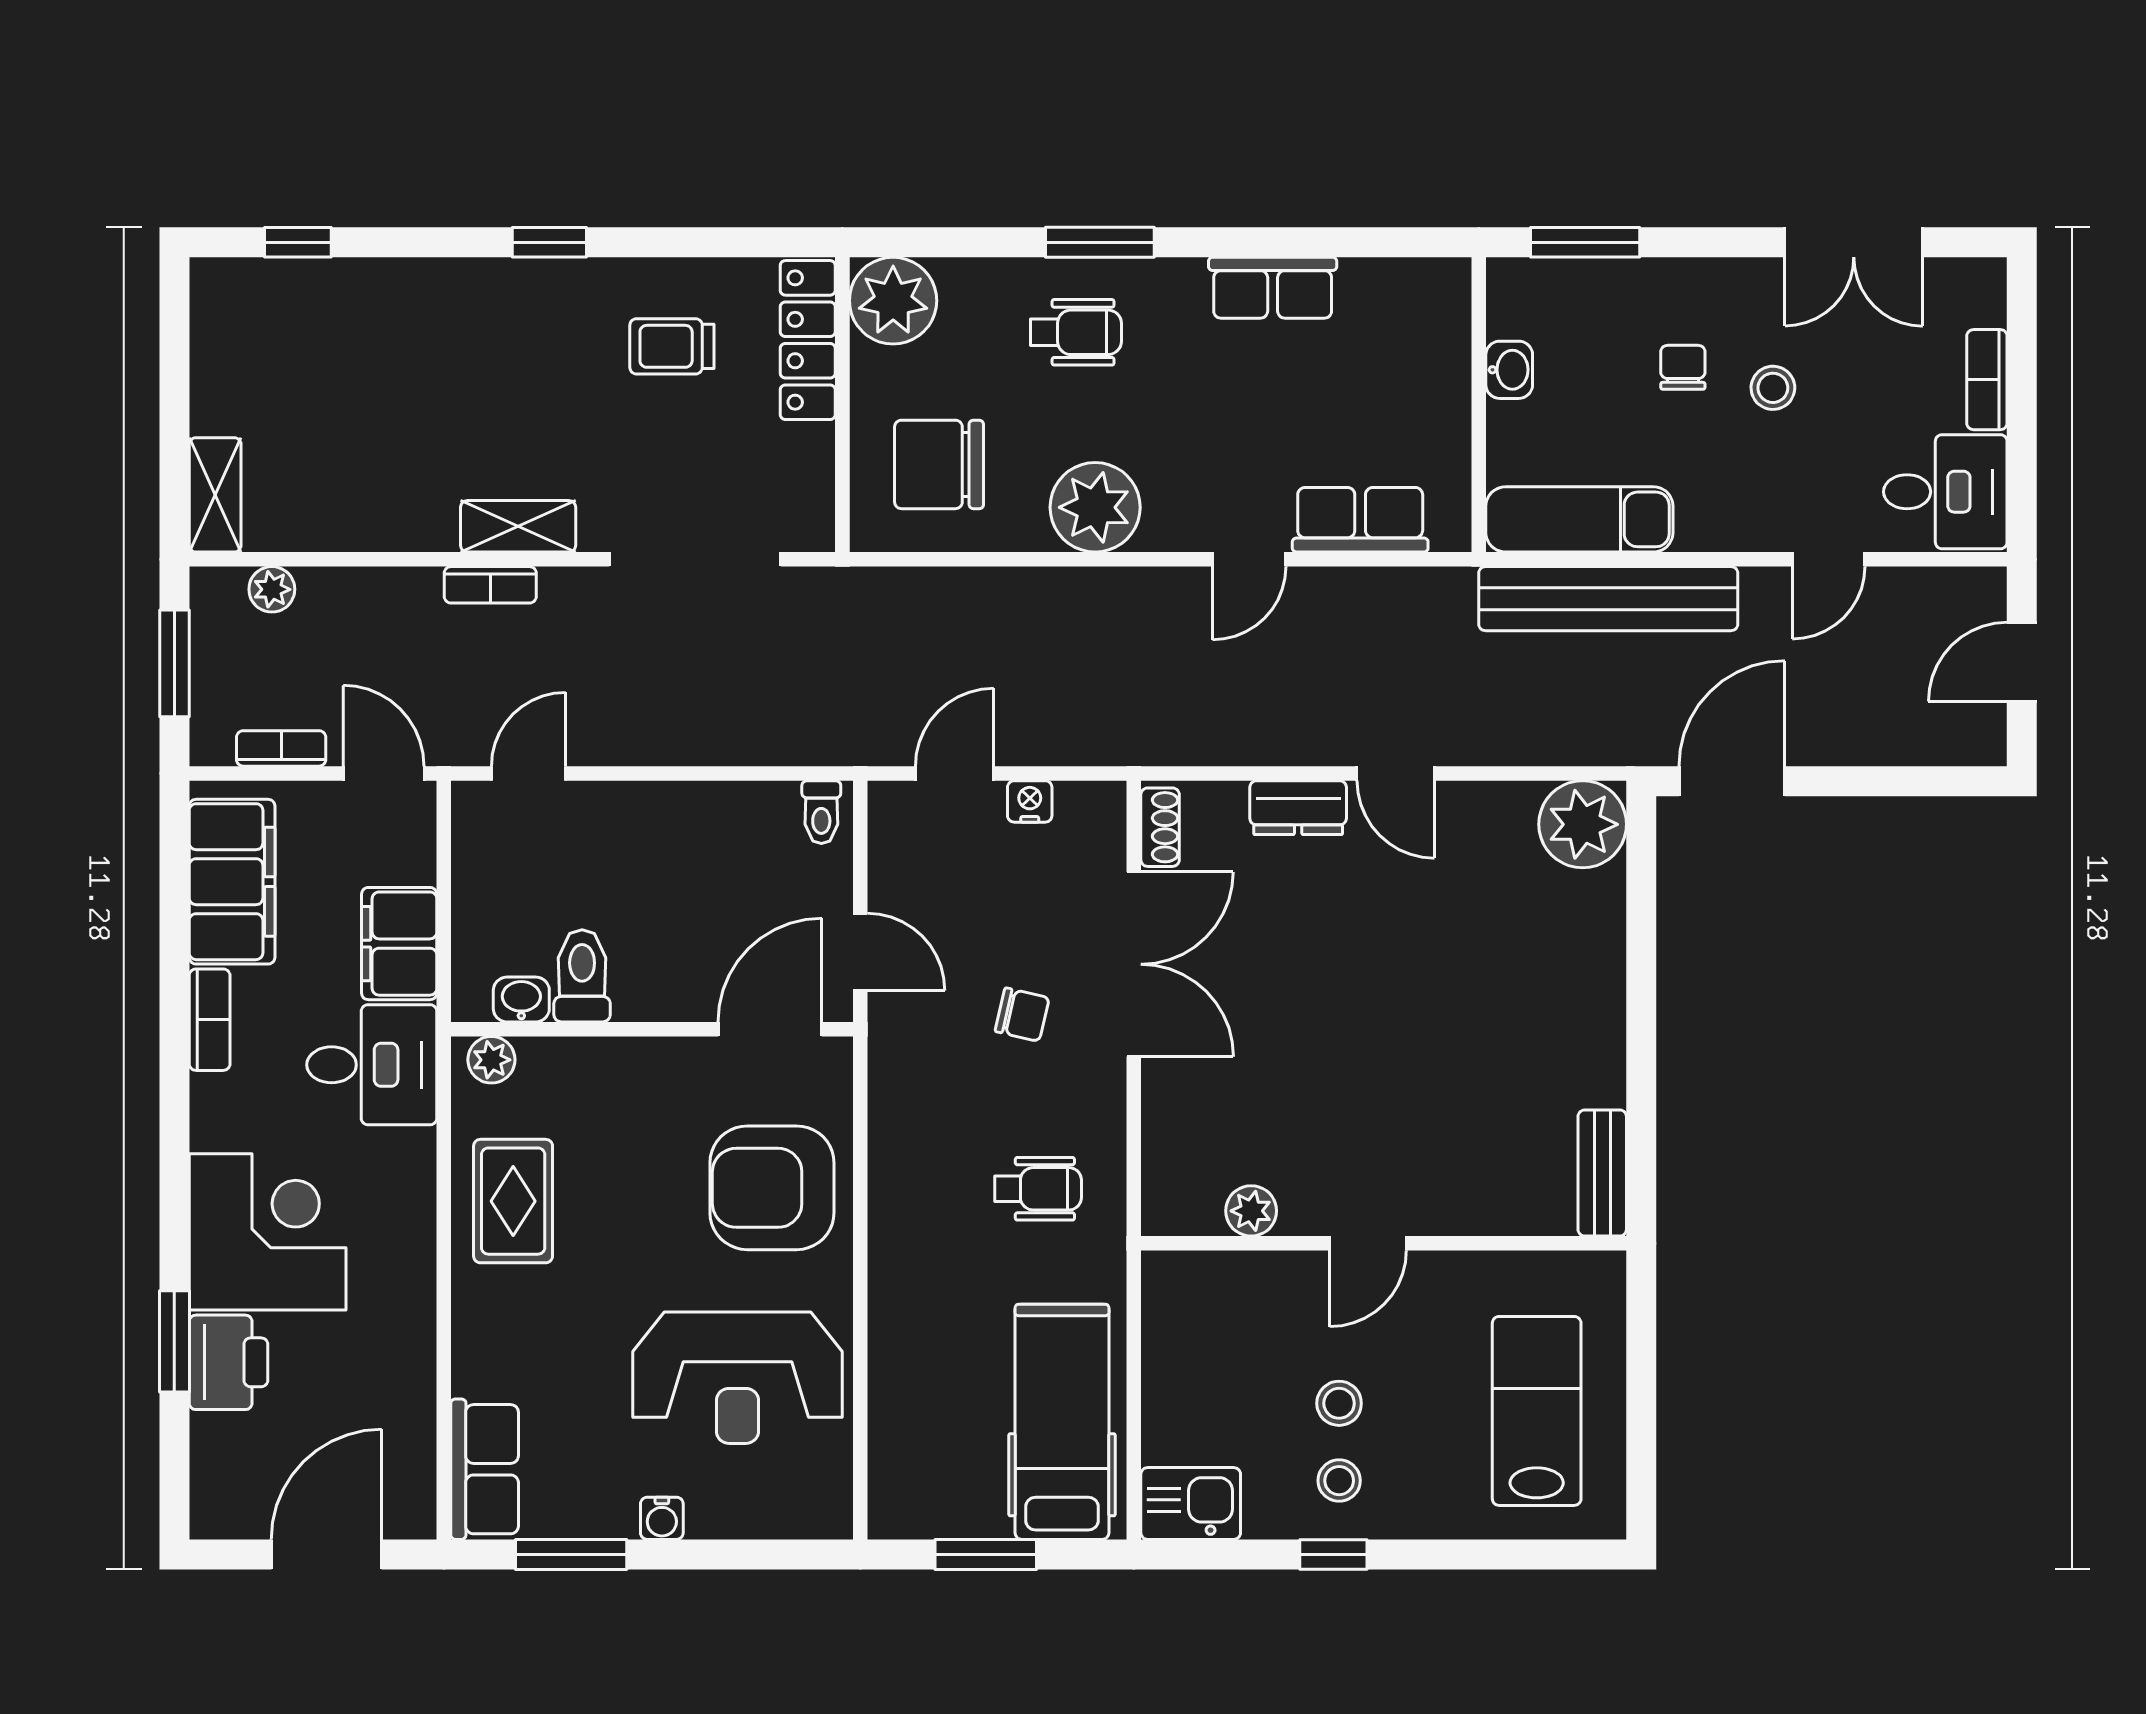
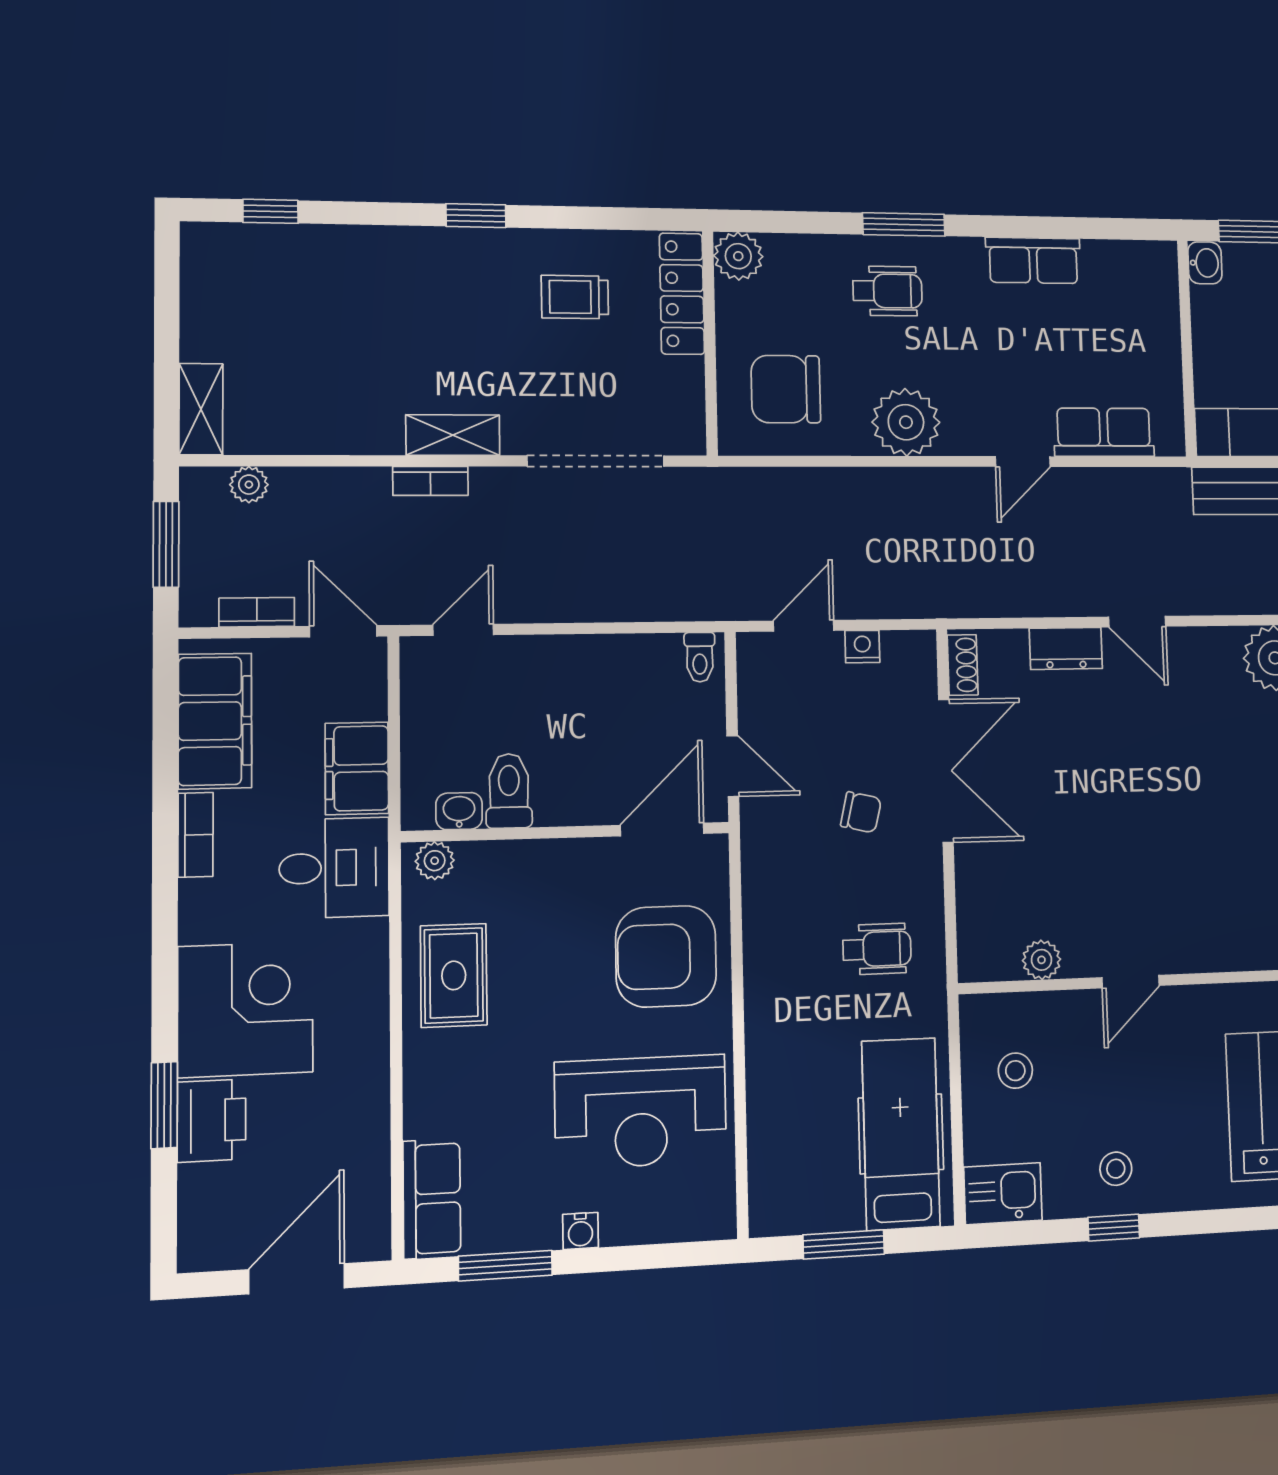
plant: (893, 301) -> (738, 256), width x0.73, depth x0.73
washbasin: (1509, 370) -> (1205, 263), moved
stool: (1339, 1403) -> (1015, 1071), moved

